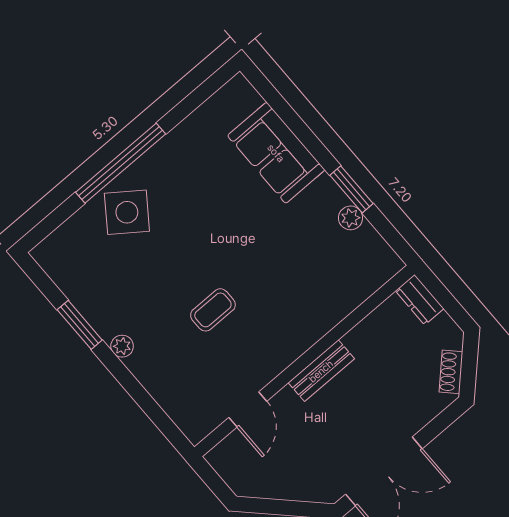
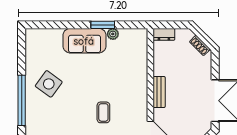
sofa: (276, 153) -> (84, 41), moved
side table: (127, 212) -> (49, 84), moved

